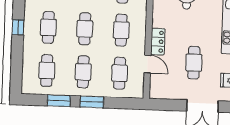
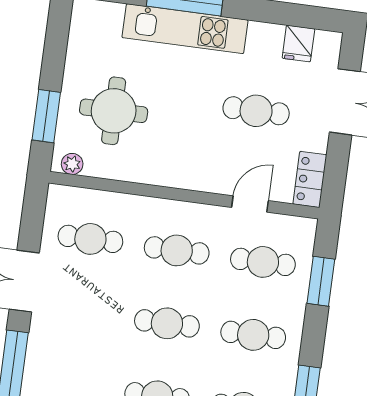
locker: (158, 42) -> (310, 179), moved, turned -90
window: (92, 102) -> (321, 281), moved

